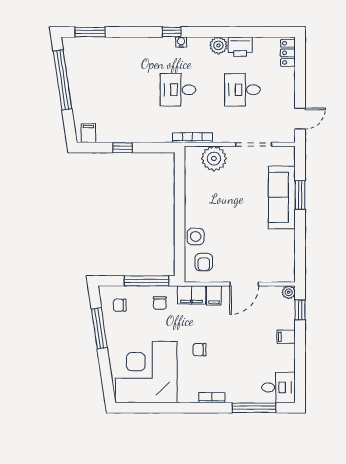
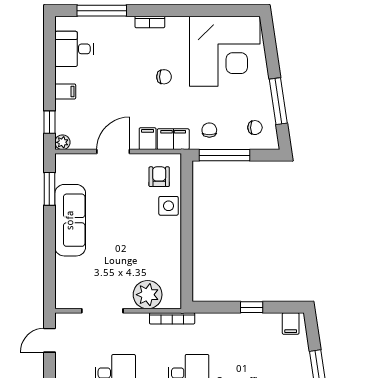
window: (300, 195) -> (49, 189), moved
sofa: (282, 197) -> (70, 220), moved
desk: (278, 387) -> (74, 49), moved

